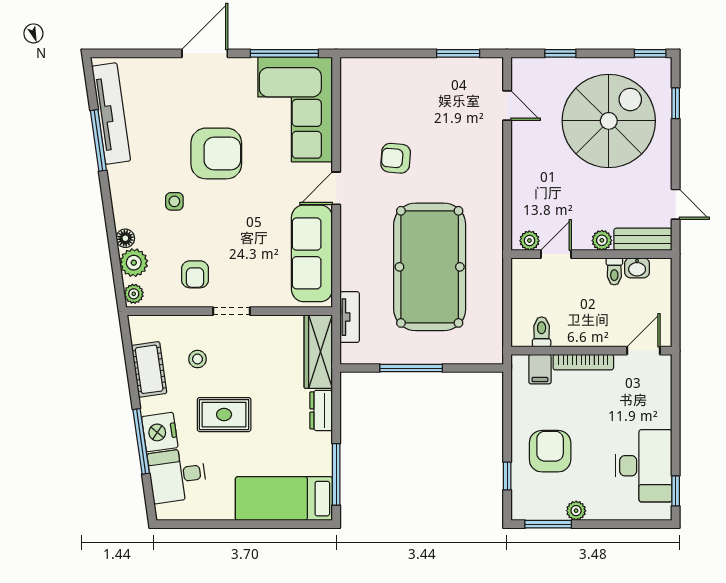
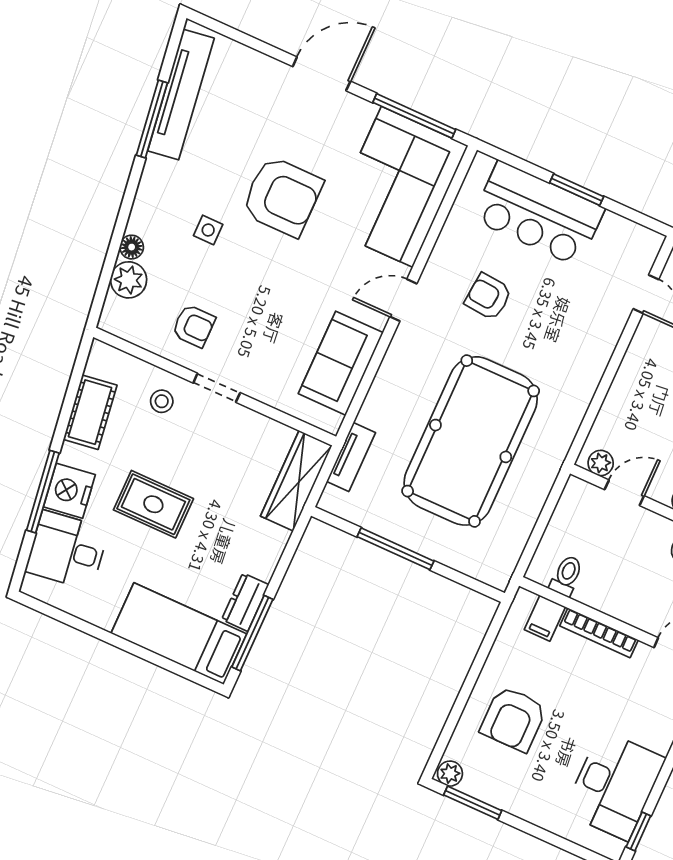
window: (458, 53) -> (577, 190), moved
bar counter: (404, 83) -> (538, 214), added
sofa: (312, 253) -> (341, 363), width x0.73
armchair: (195, 274) -> (194, 326), turned -90
plant: (134, 294) -> (112, 316), removed
stool: (197, 359) -> (162, 401), moved
dresser: (321, 410) -> (245, 602), moved
armchair: (550, 451) -> (513, 719), turned 180
window: (507, 476) -> (450, 725), removed
plant: (576, 511) -> (450, 774), moved

